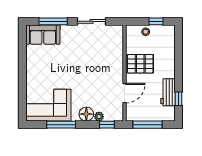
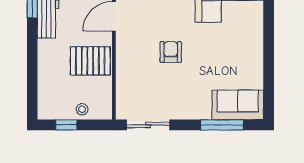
sliding door: (92, 21) -> (148, 125), moved
armchair: (87, 70) -> (171, 52), added

